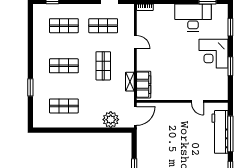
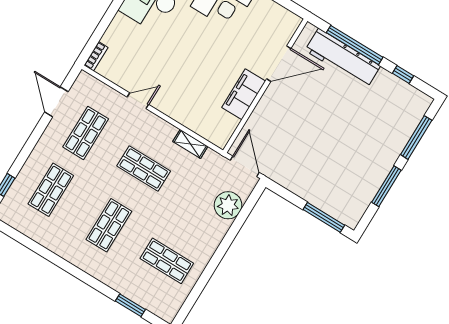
filing cabinet: (144, 85) -> (244, 94), moved, turned -90
window: (30, 87) -> (130, 305), moved
door: (198, 101) -> (279, 64), width x1.87
shop shelf: (64, 106) -> (167, 261), turned 90

